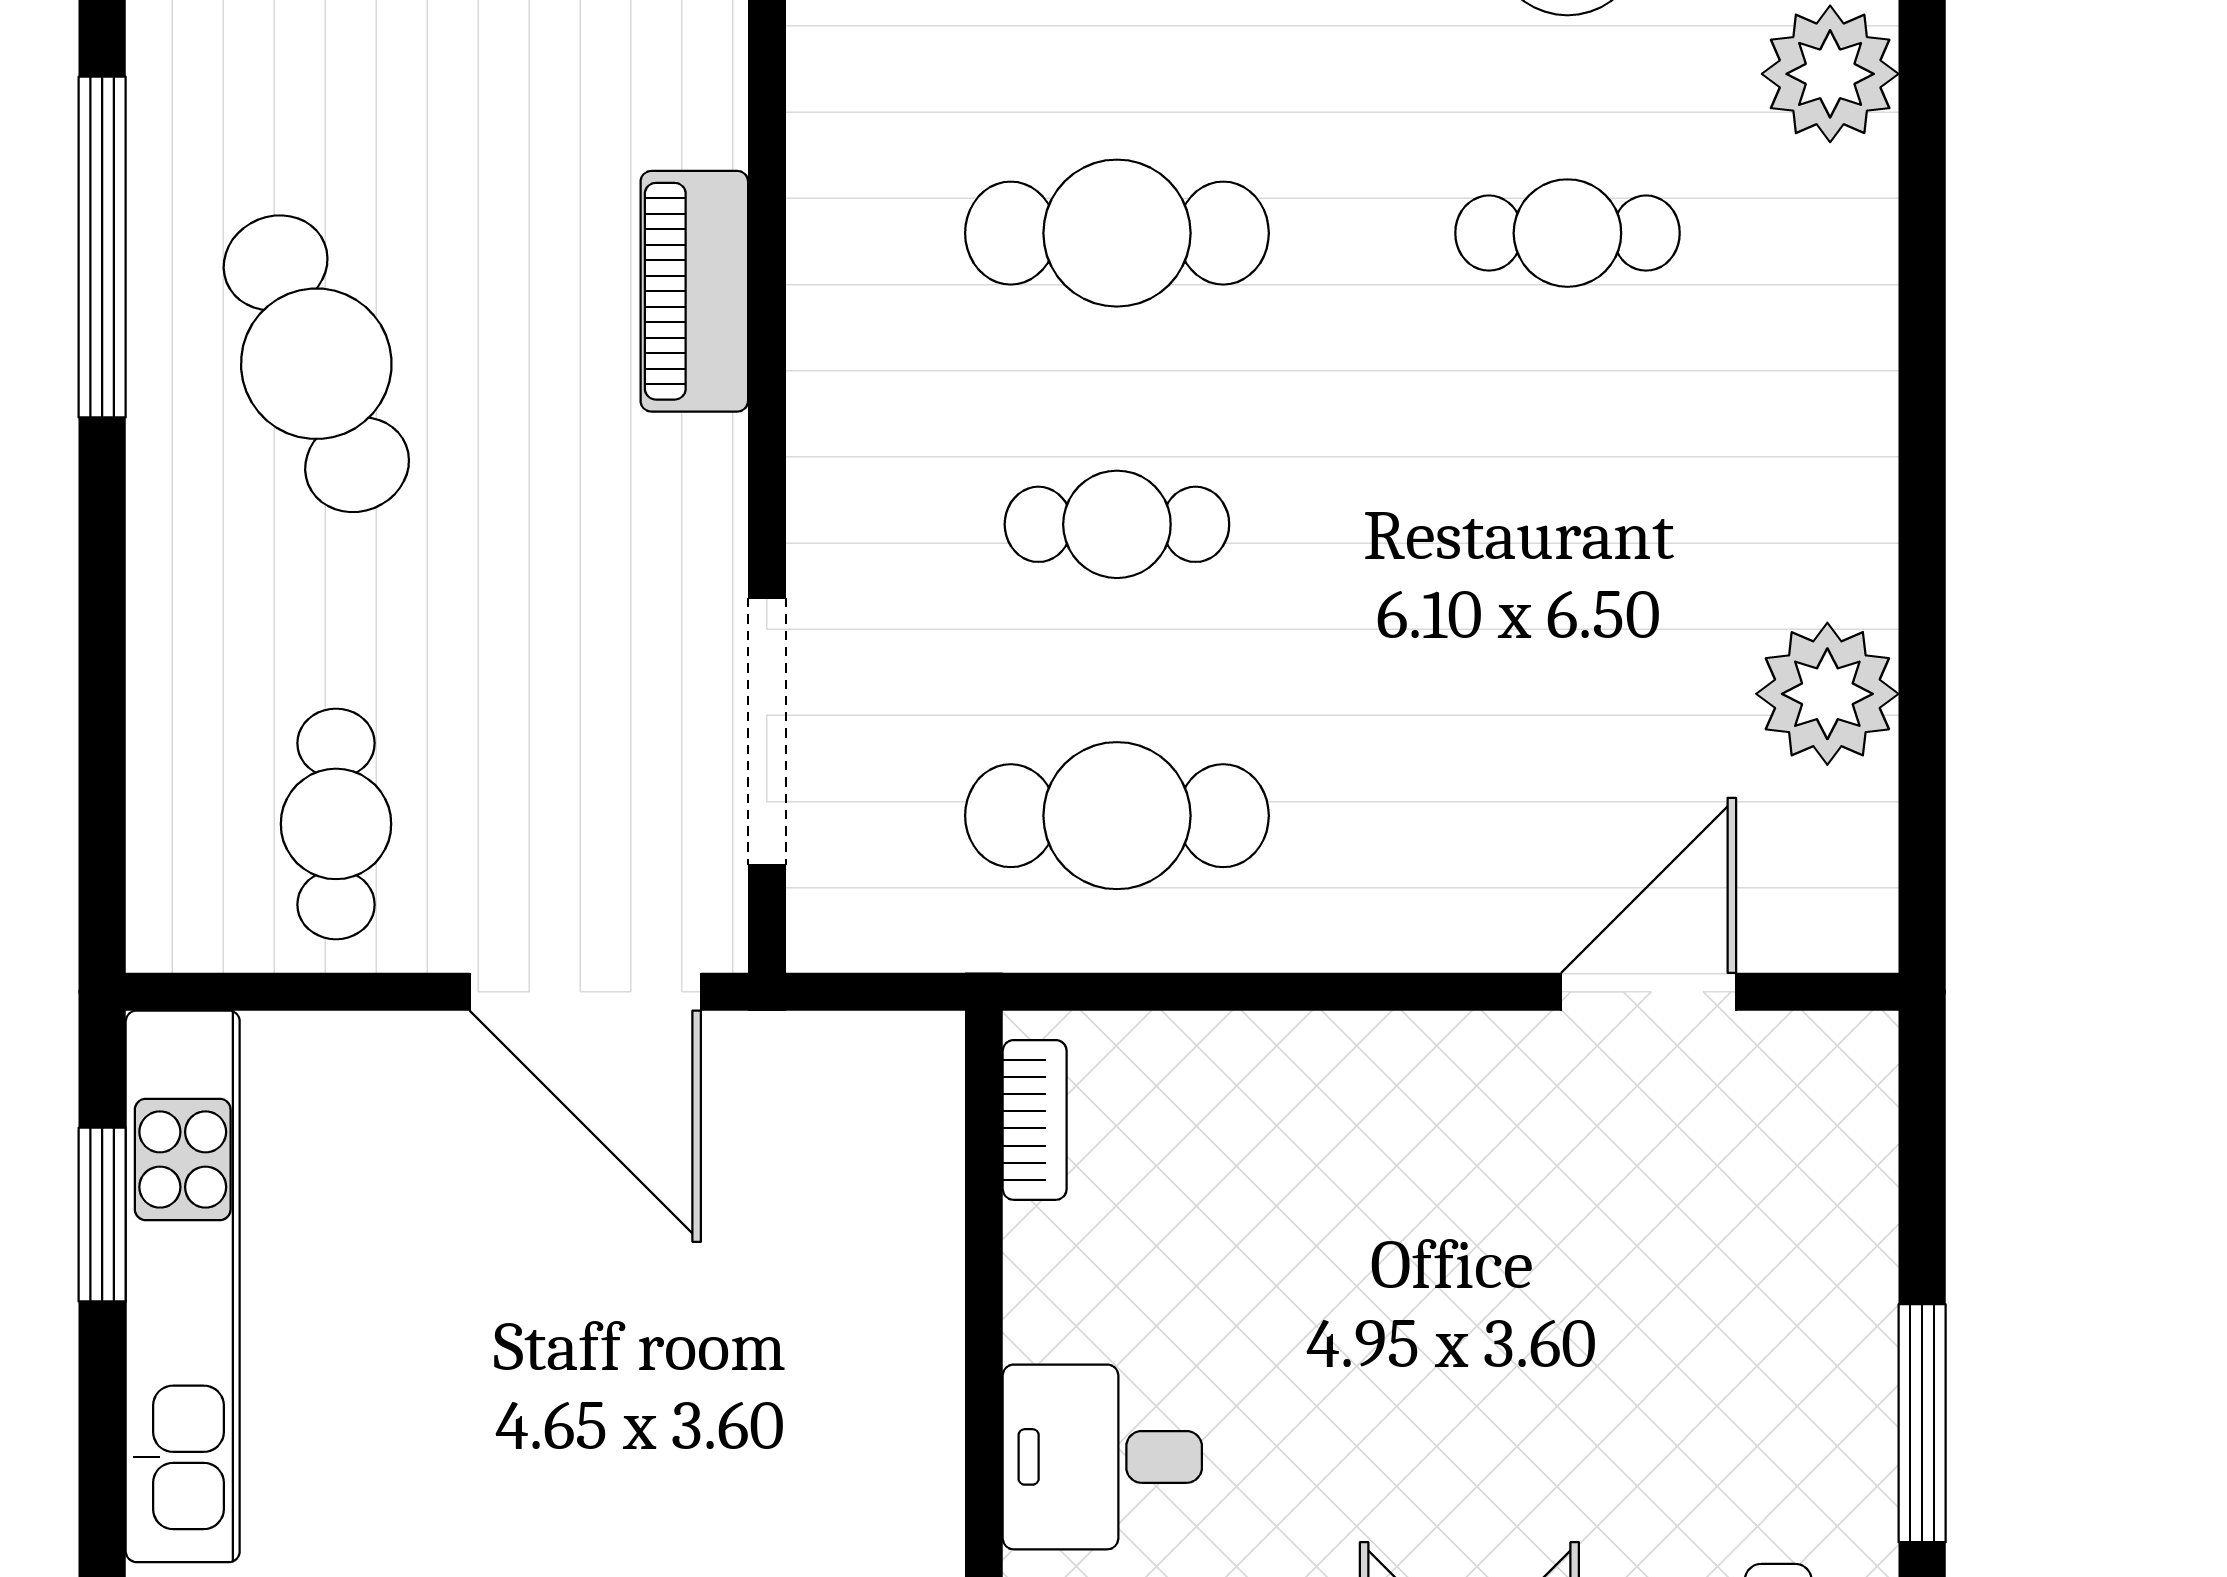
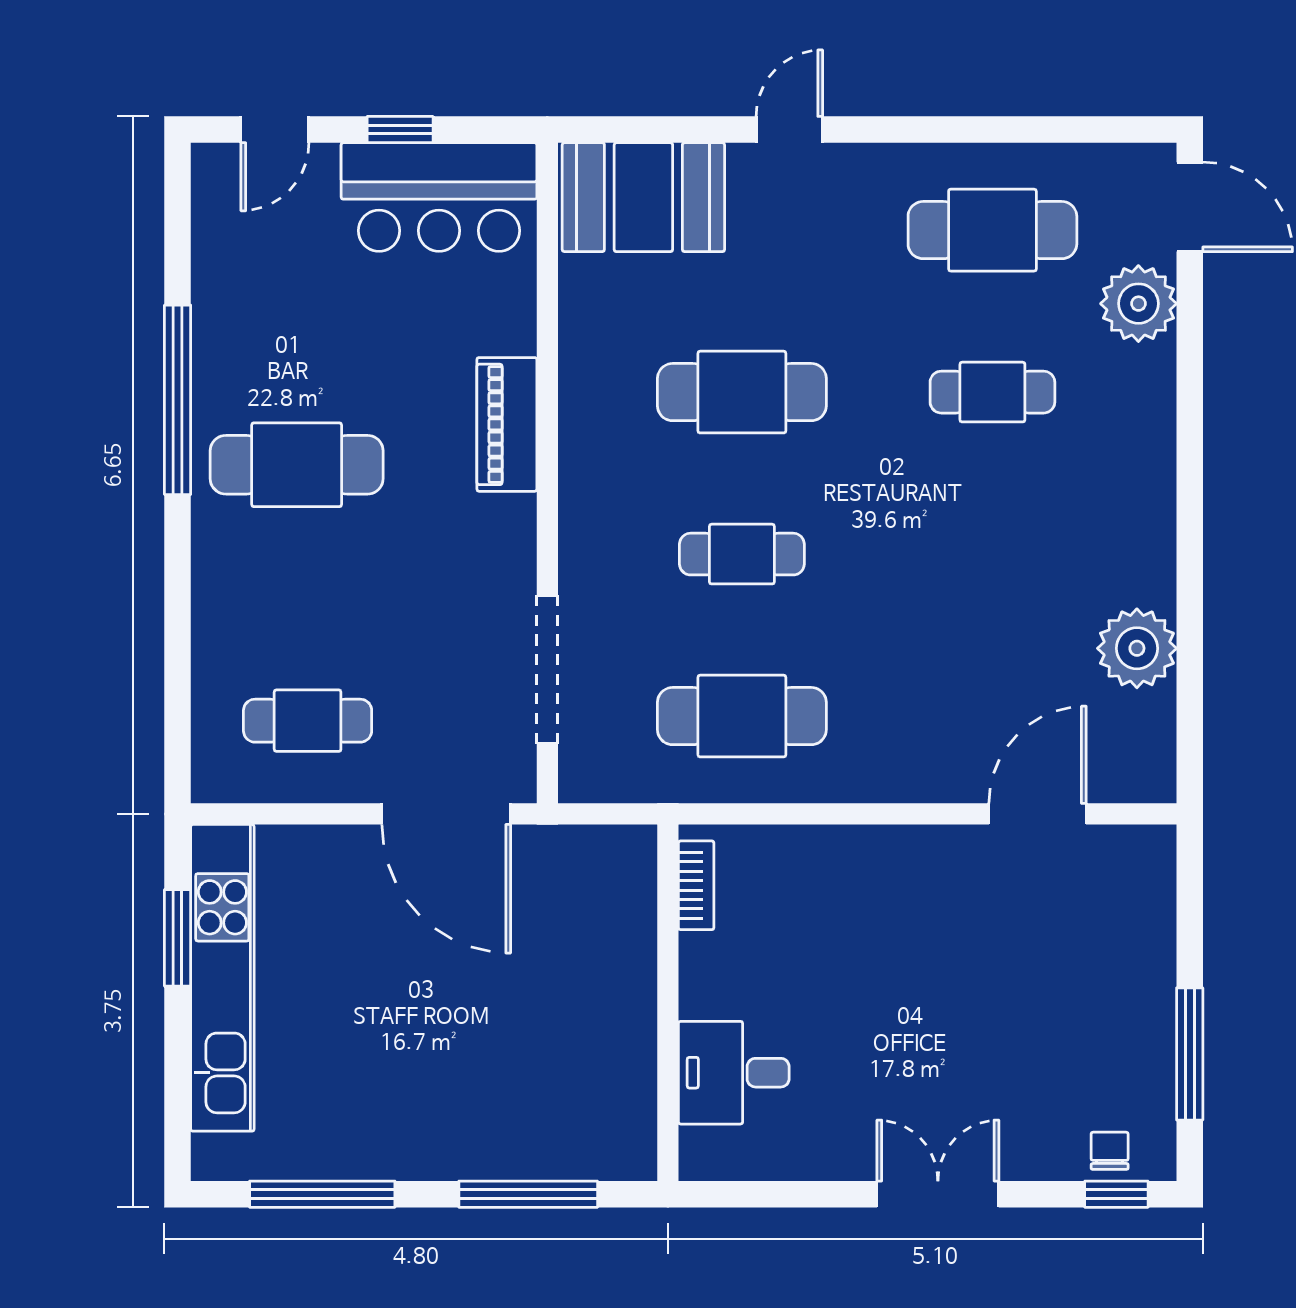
cafe table: (316, 364) -> (297, 465), turned -68
cafe table: (336, 824) -> (308, 721), turned 90

